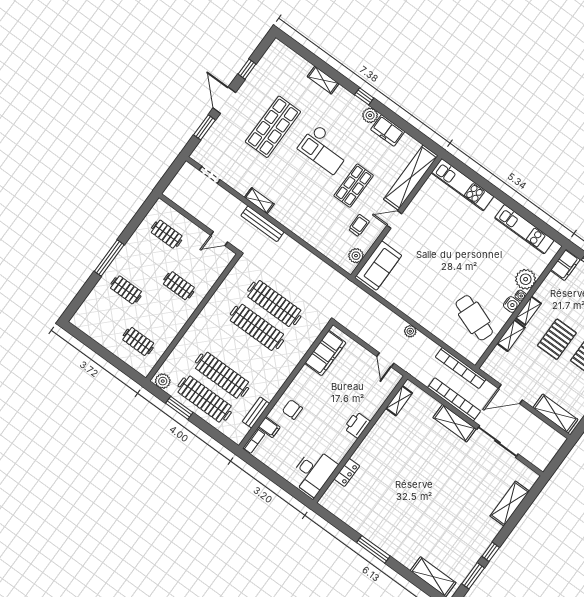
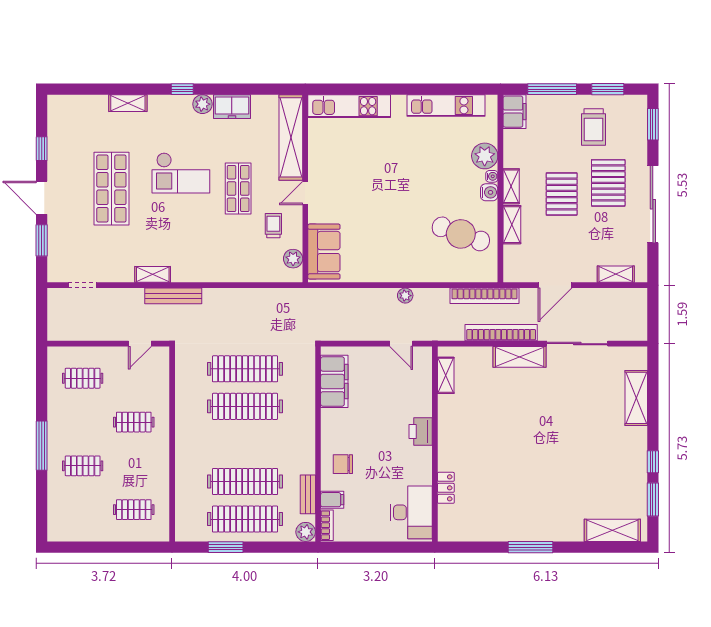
plant: (163, 381) -> (306, 532), moved
shelving: (555, 414) -> (616, 274), width x0.67, depth x0.75

